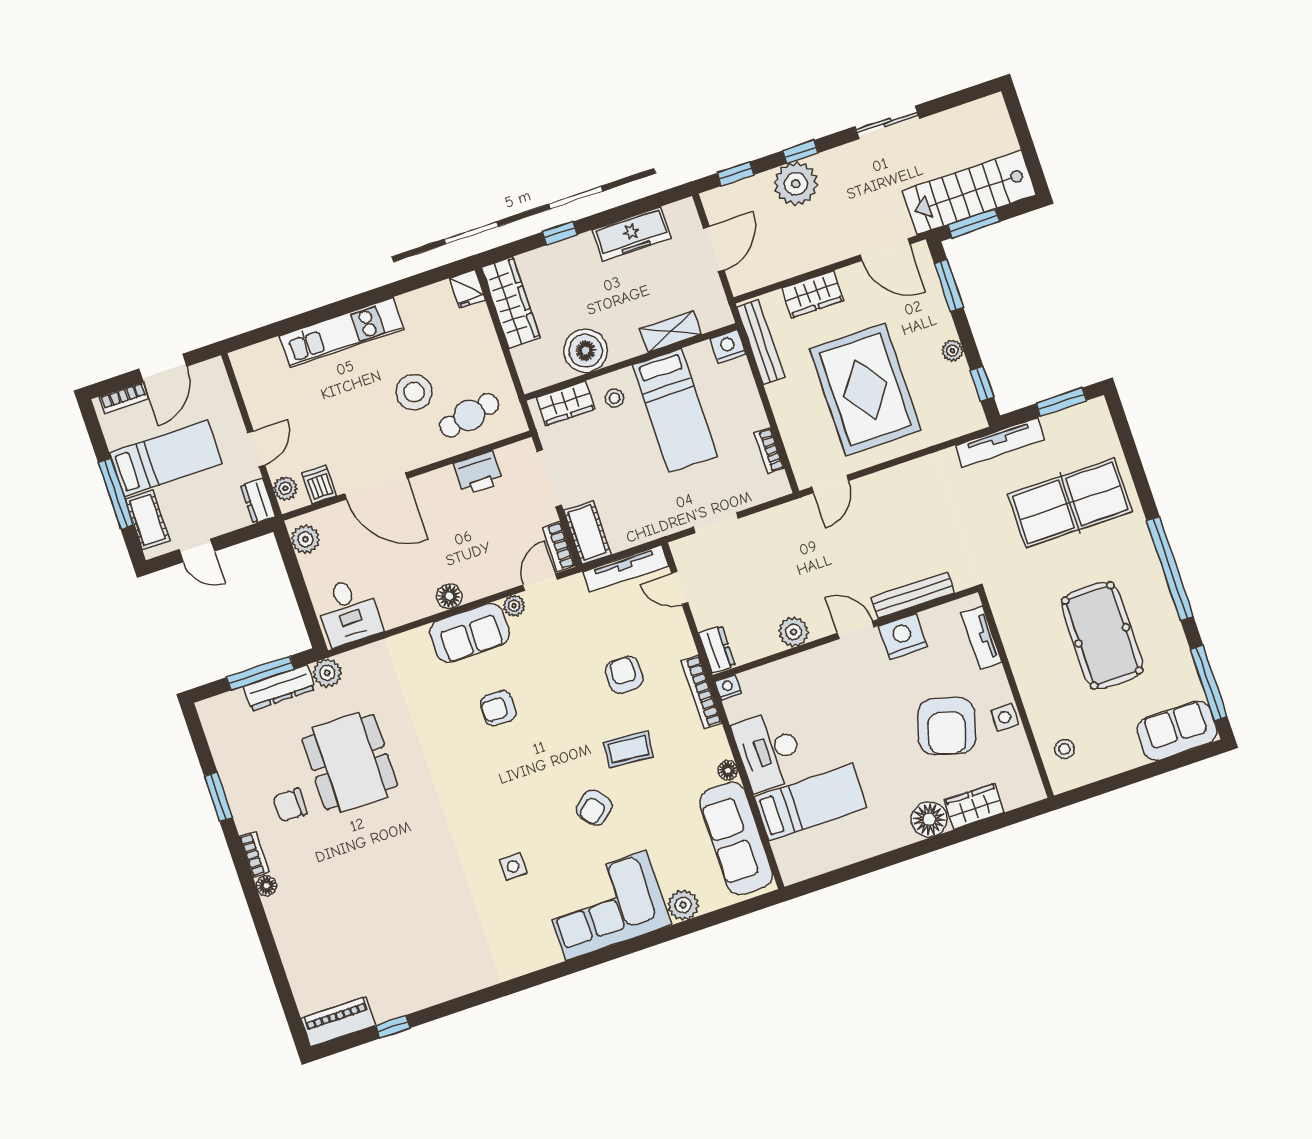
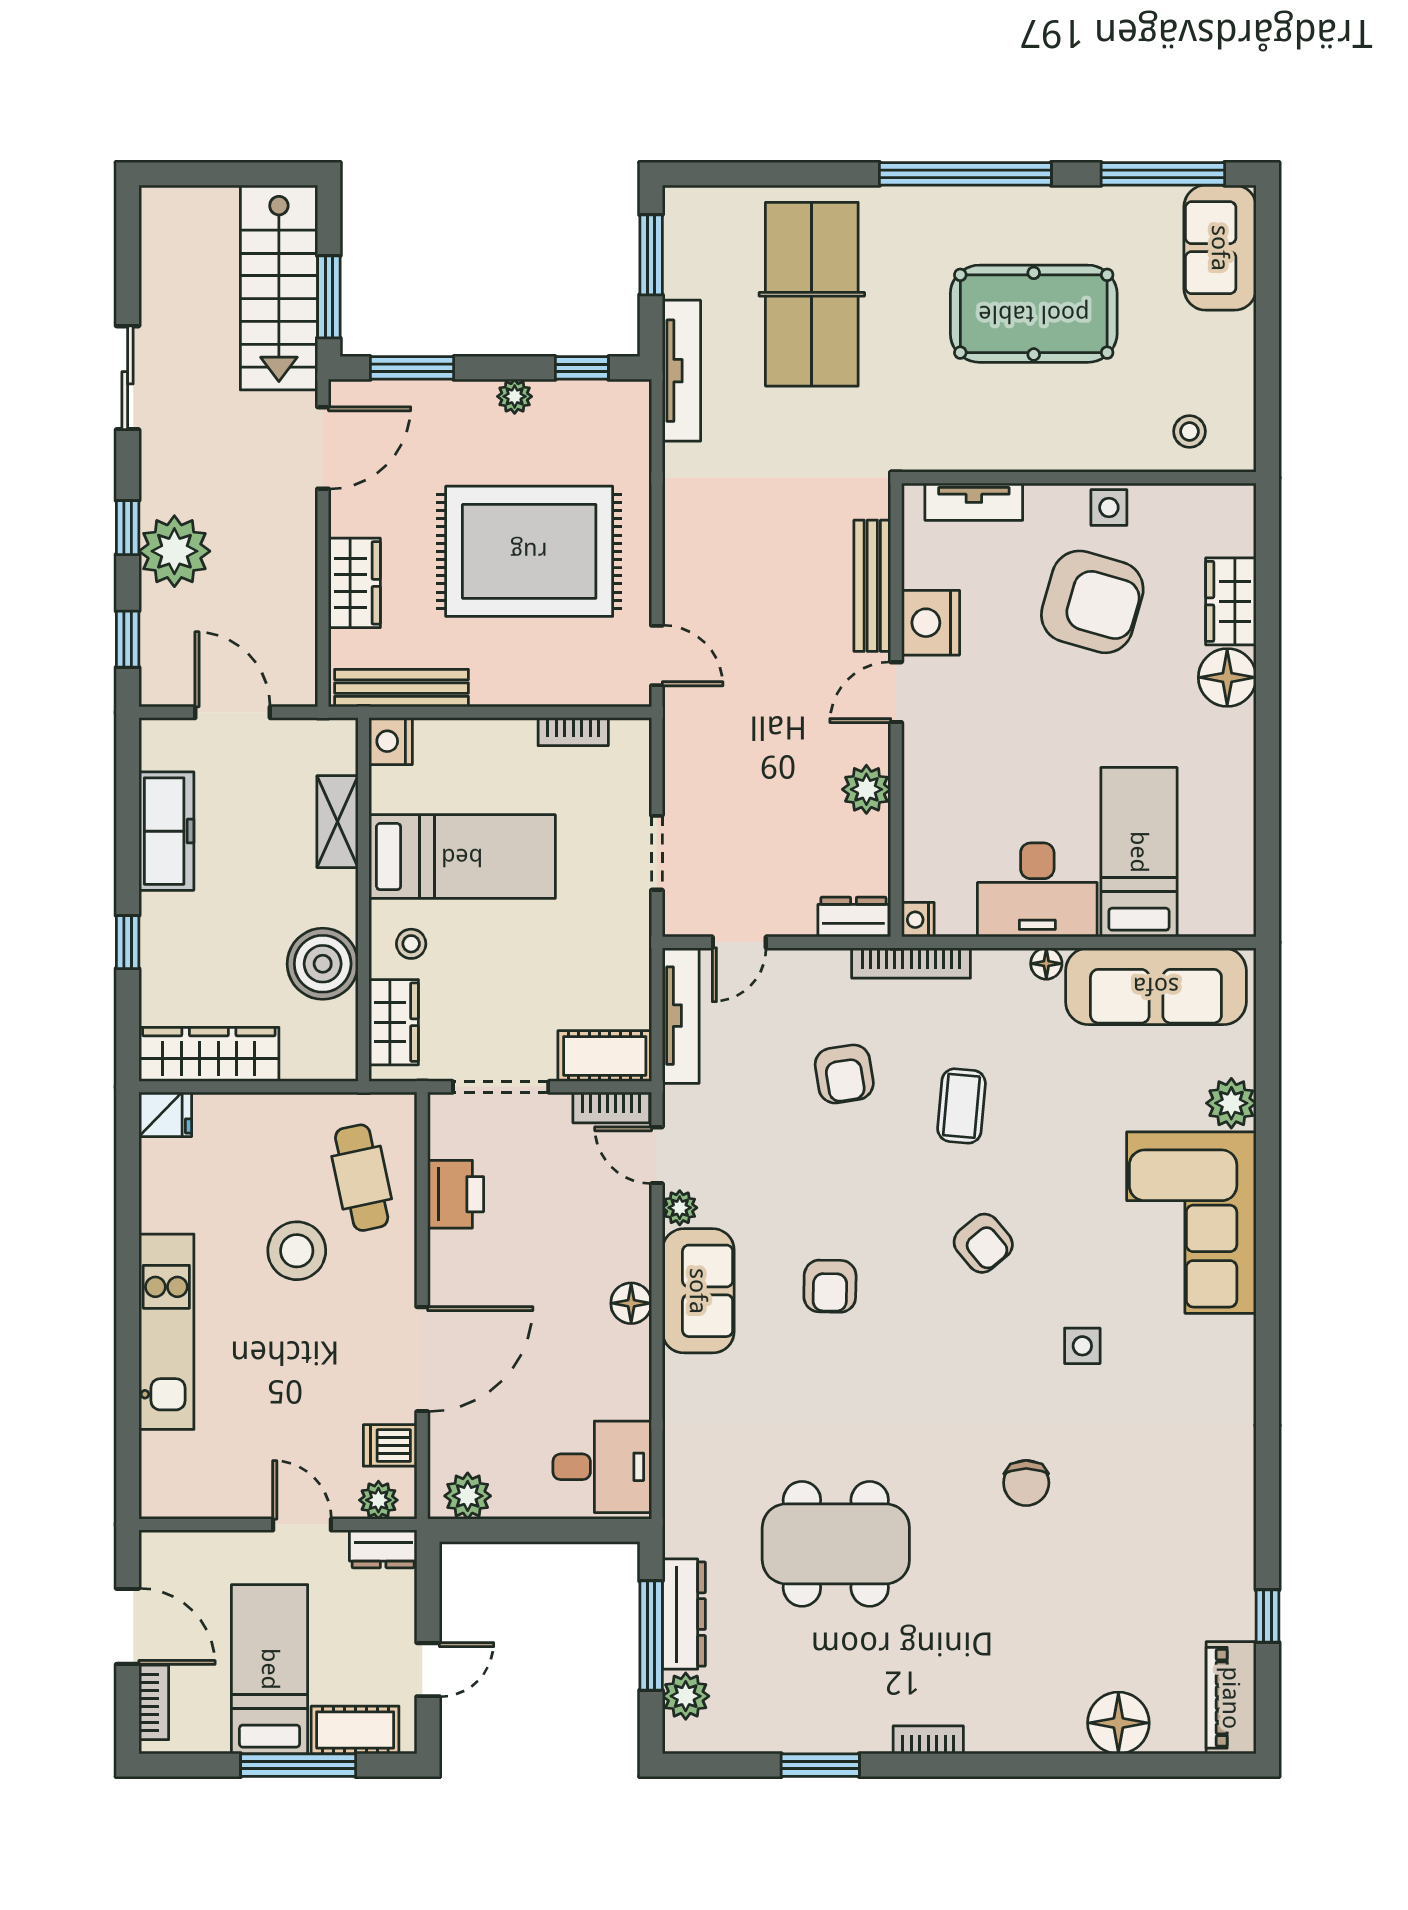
plant: (327, 673) -> (686, 1696), moved
armchair: (624, 675) -> (844, 1074), turned -99
chair: (290, 805) -> (1026, 1483), moved
armchair: (594, 808) -> (983, 1243), moved
floor lamp: (266, 886) -> (1118, 1723), moved, width x1.89, depth x1.89

